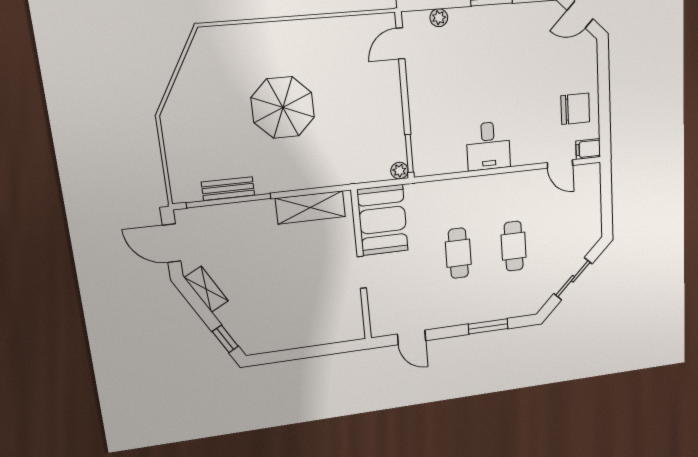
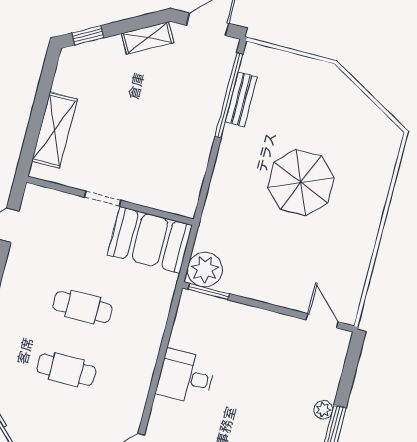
plant: (439, 18) -> (323, 410), moved
plant: (399, 171) -> (205, 270), width x1.88, depth x1.88
shelving: (310, 207) -> (54, 130), moved

